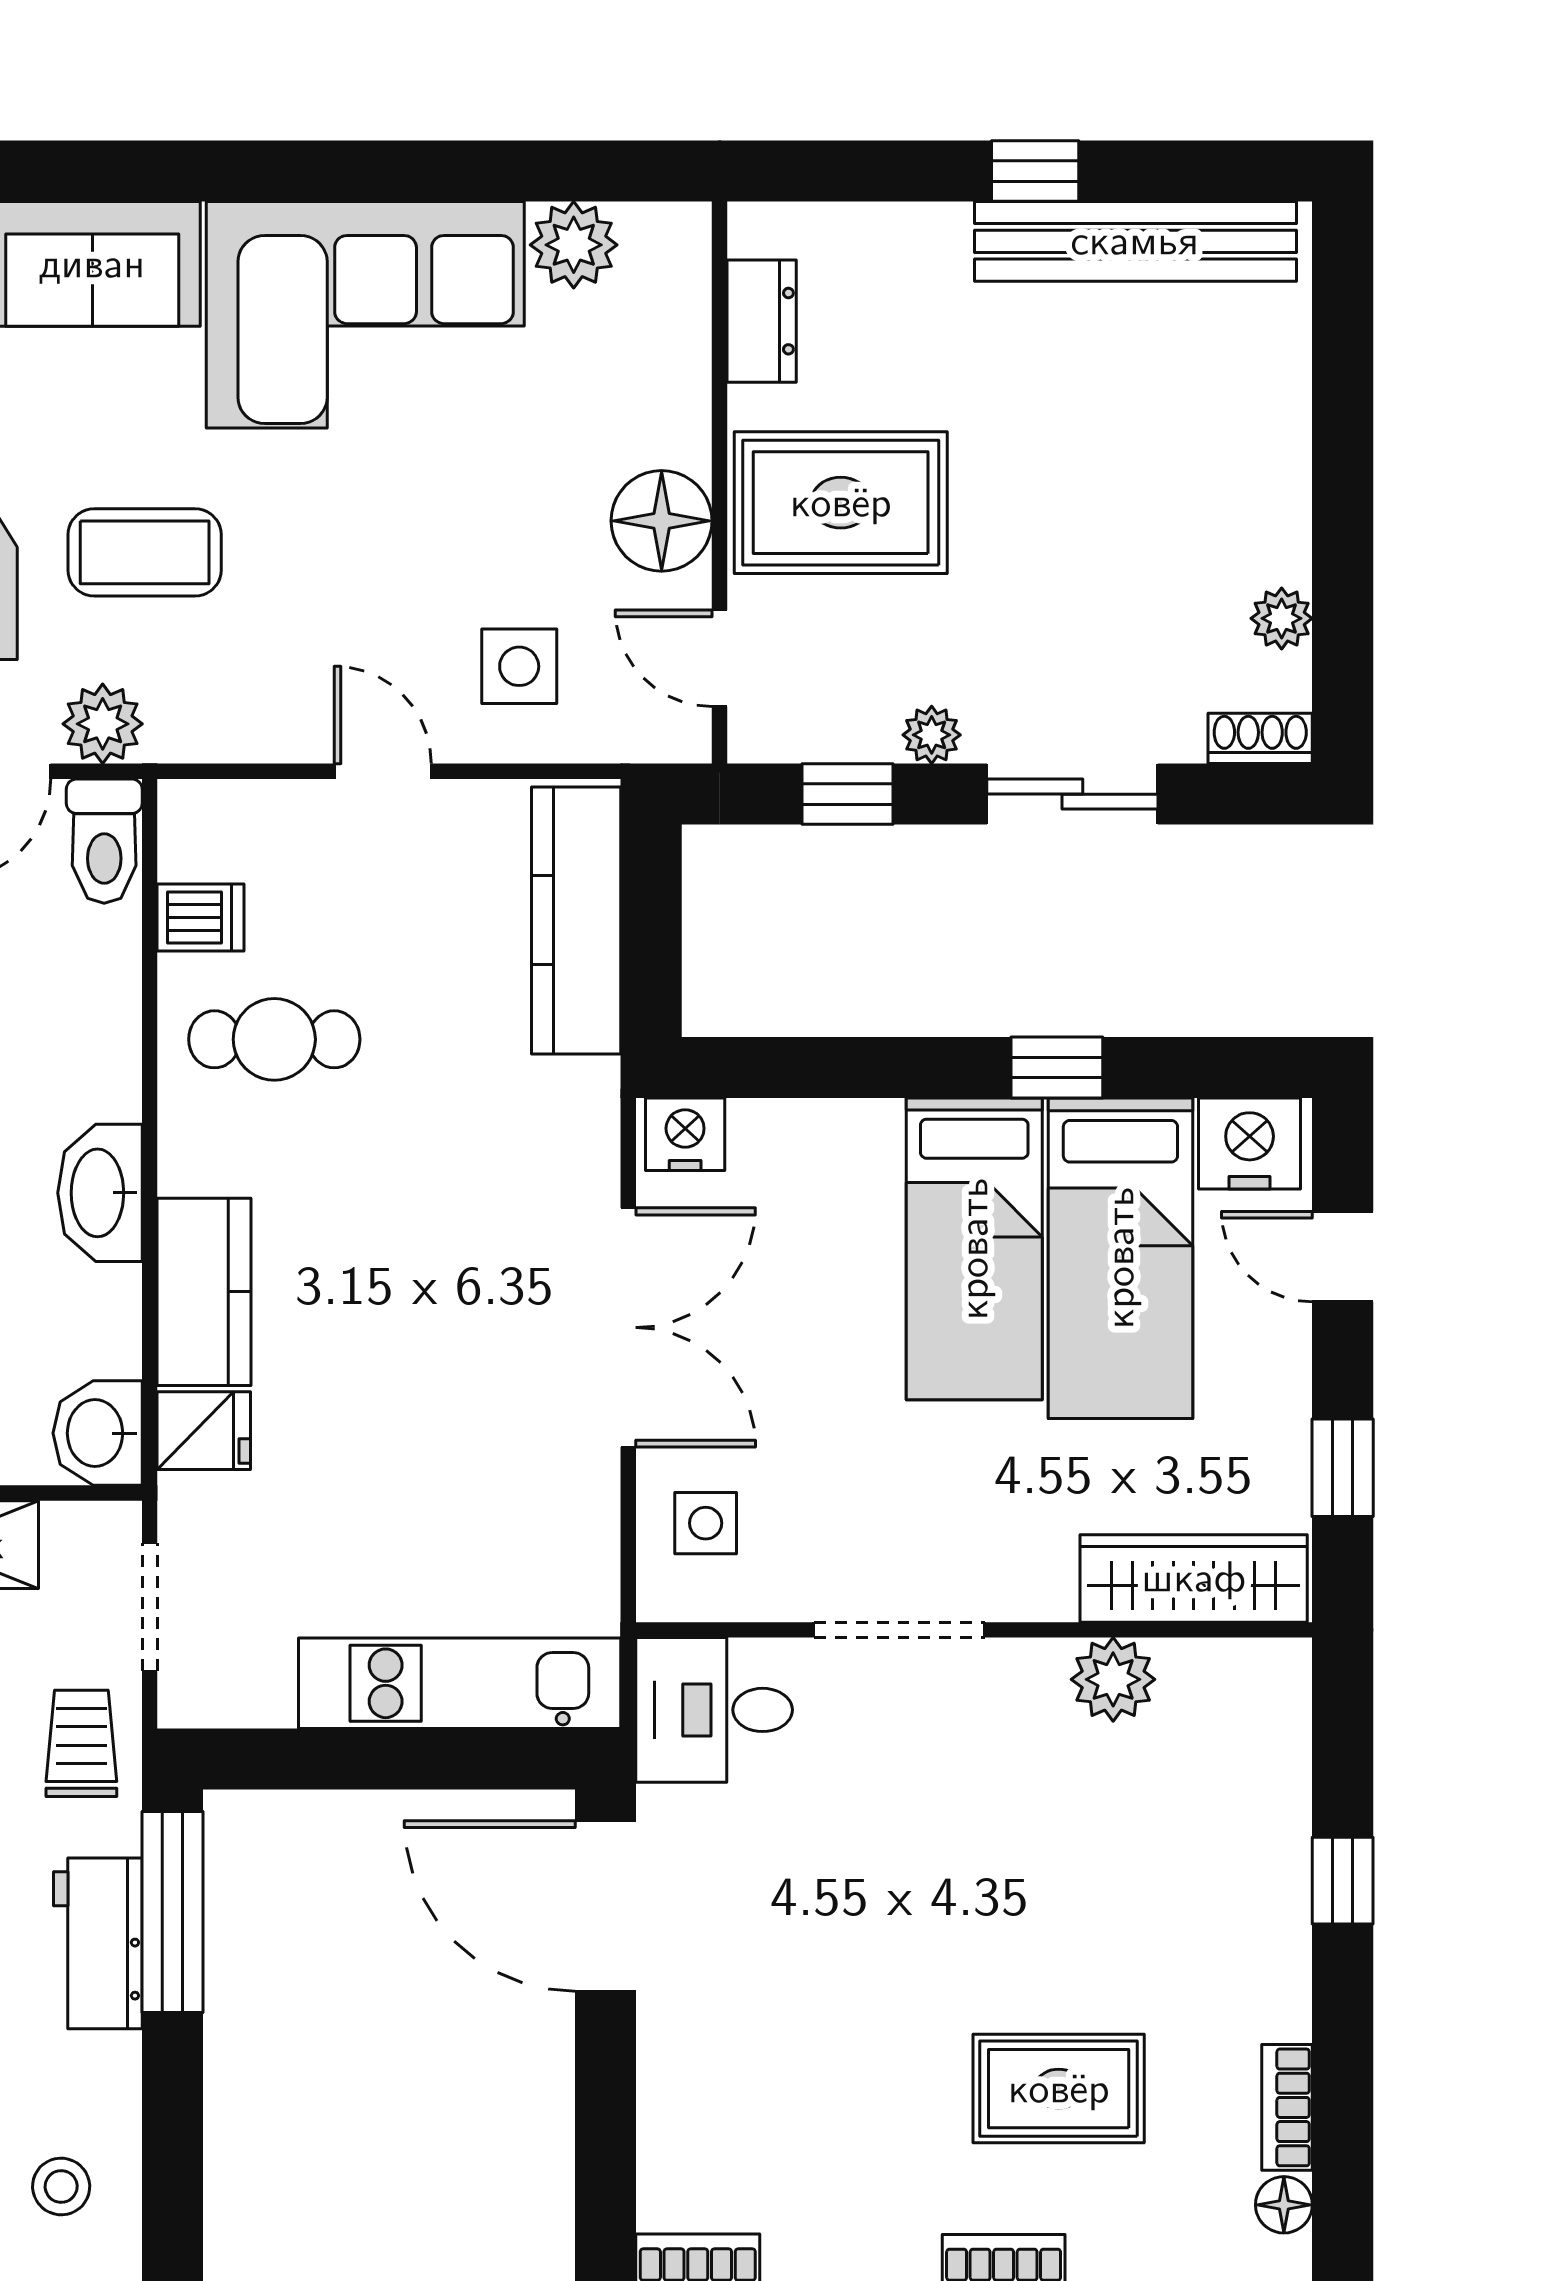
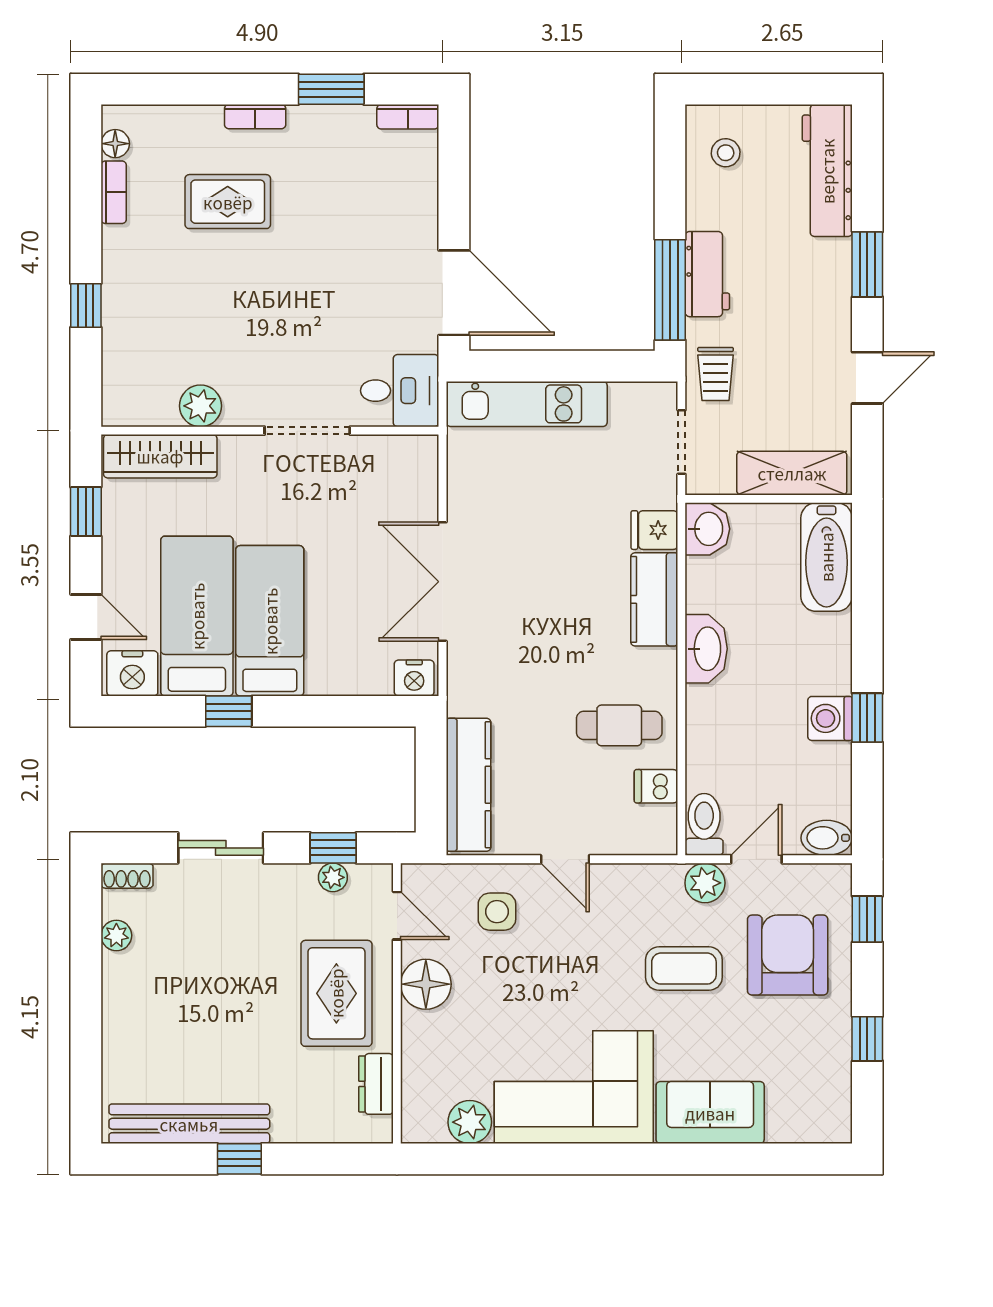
rug: (841, 503) -> (336, 993), turned 90
plant: (932, 735) -> (333, 877), moved
side table: (706, 1523) -> (404, 484), removed

